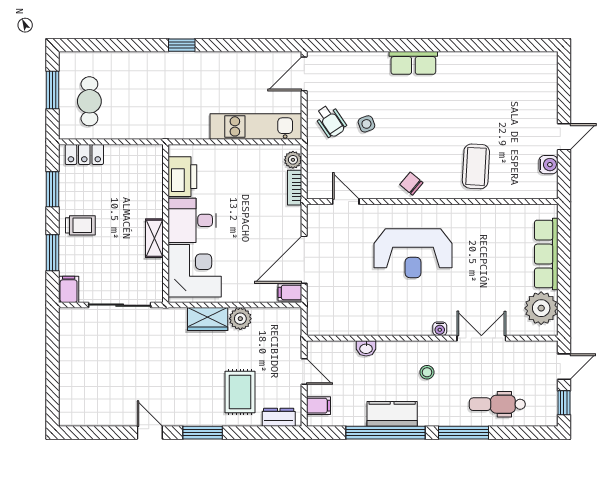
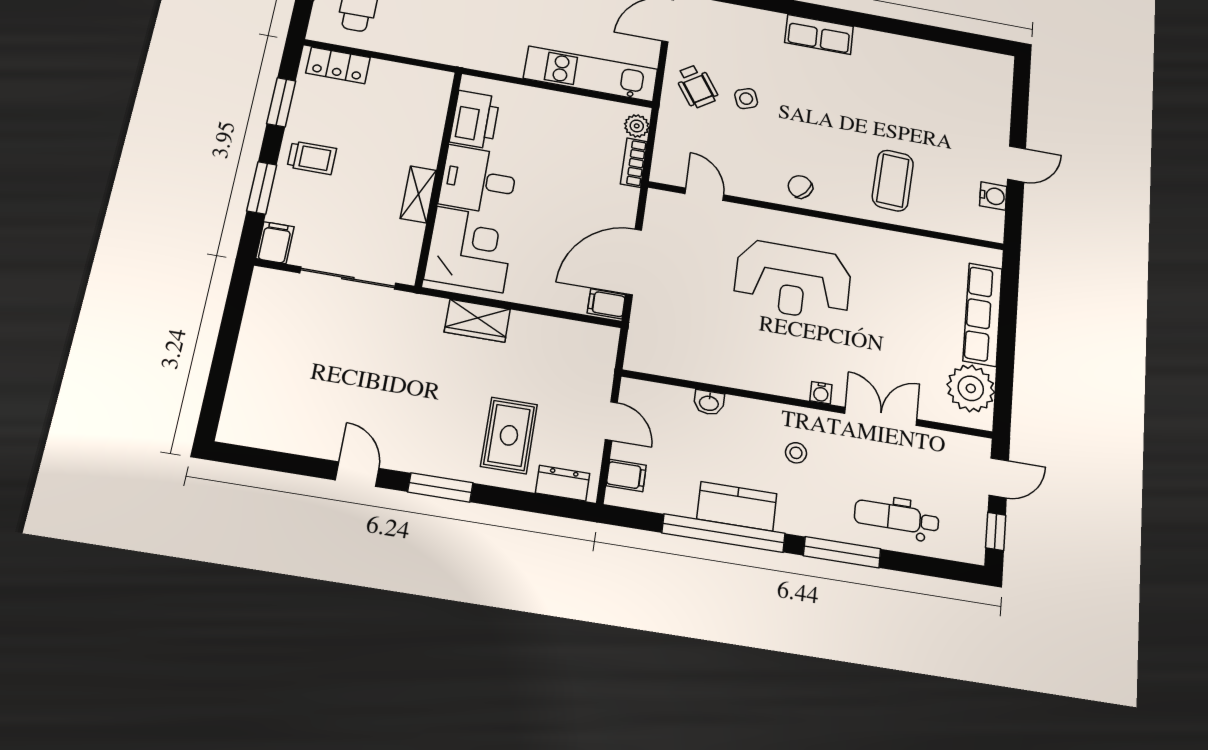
plant: (240, 319) -> (527, 328), removed

